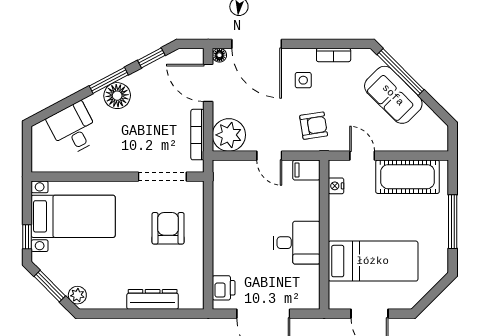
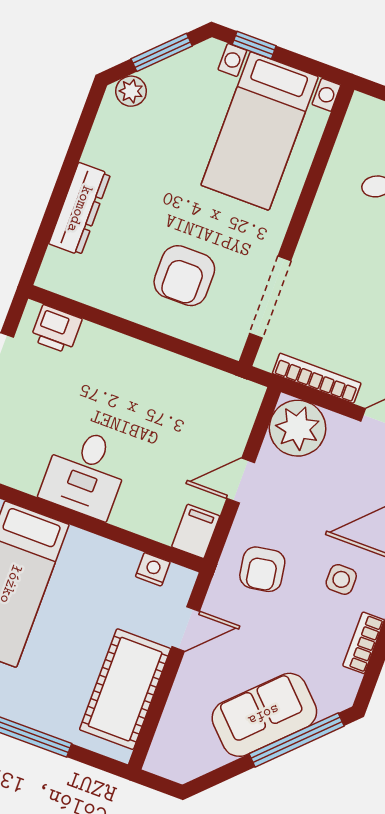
armchair: (168, 228) -> (184, 276), turned 90

